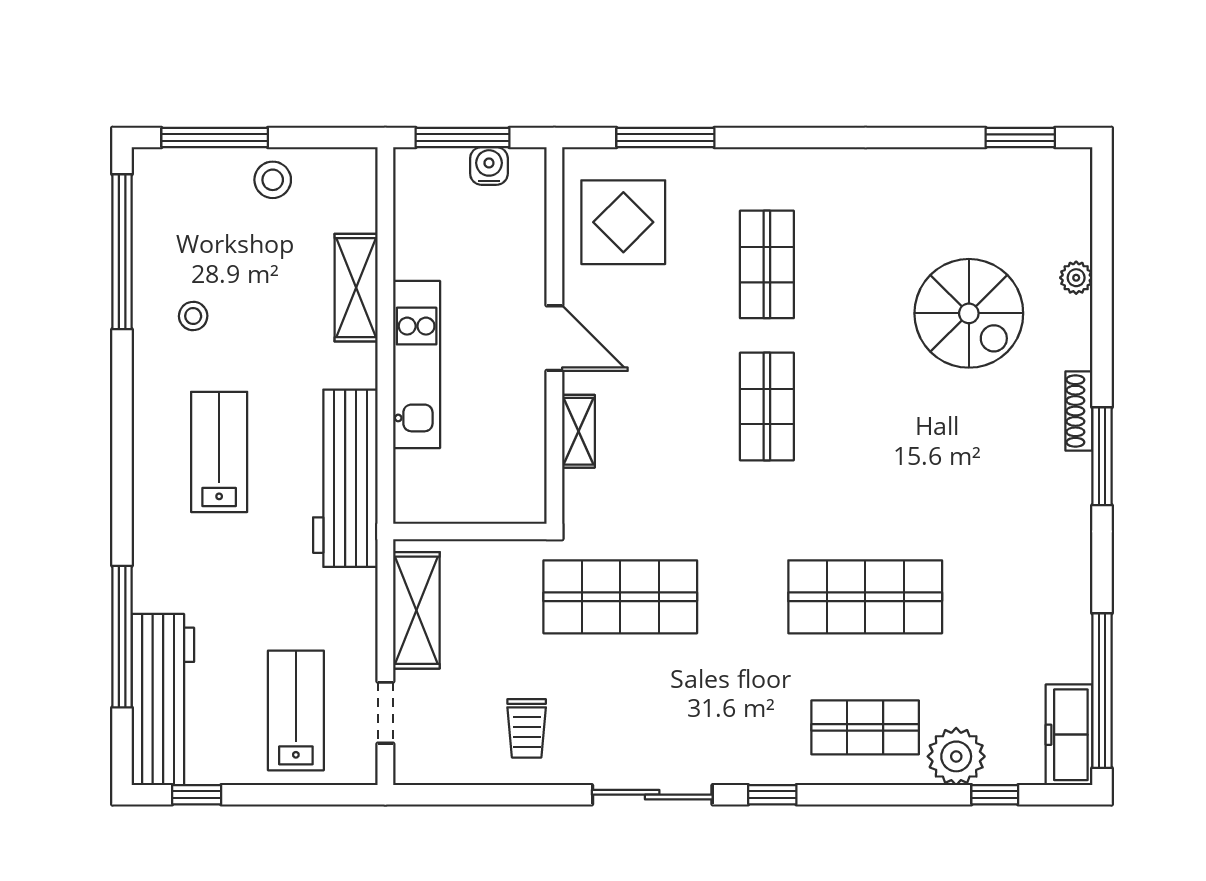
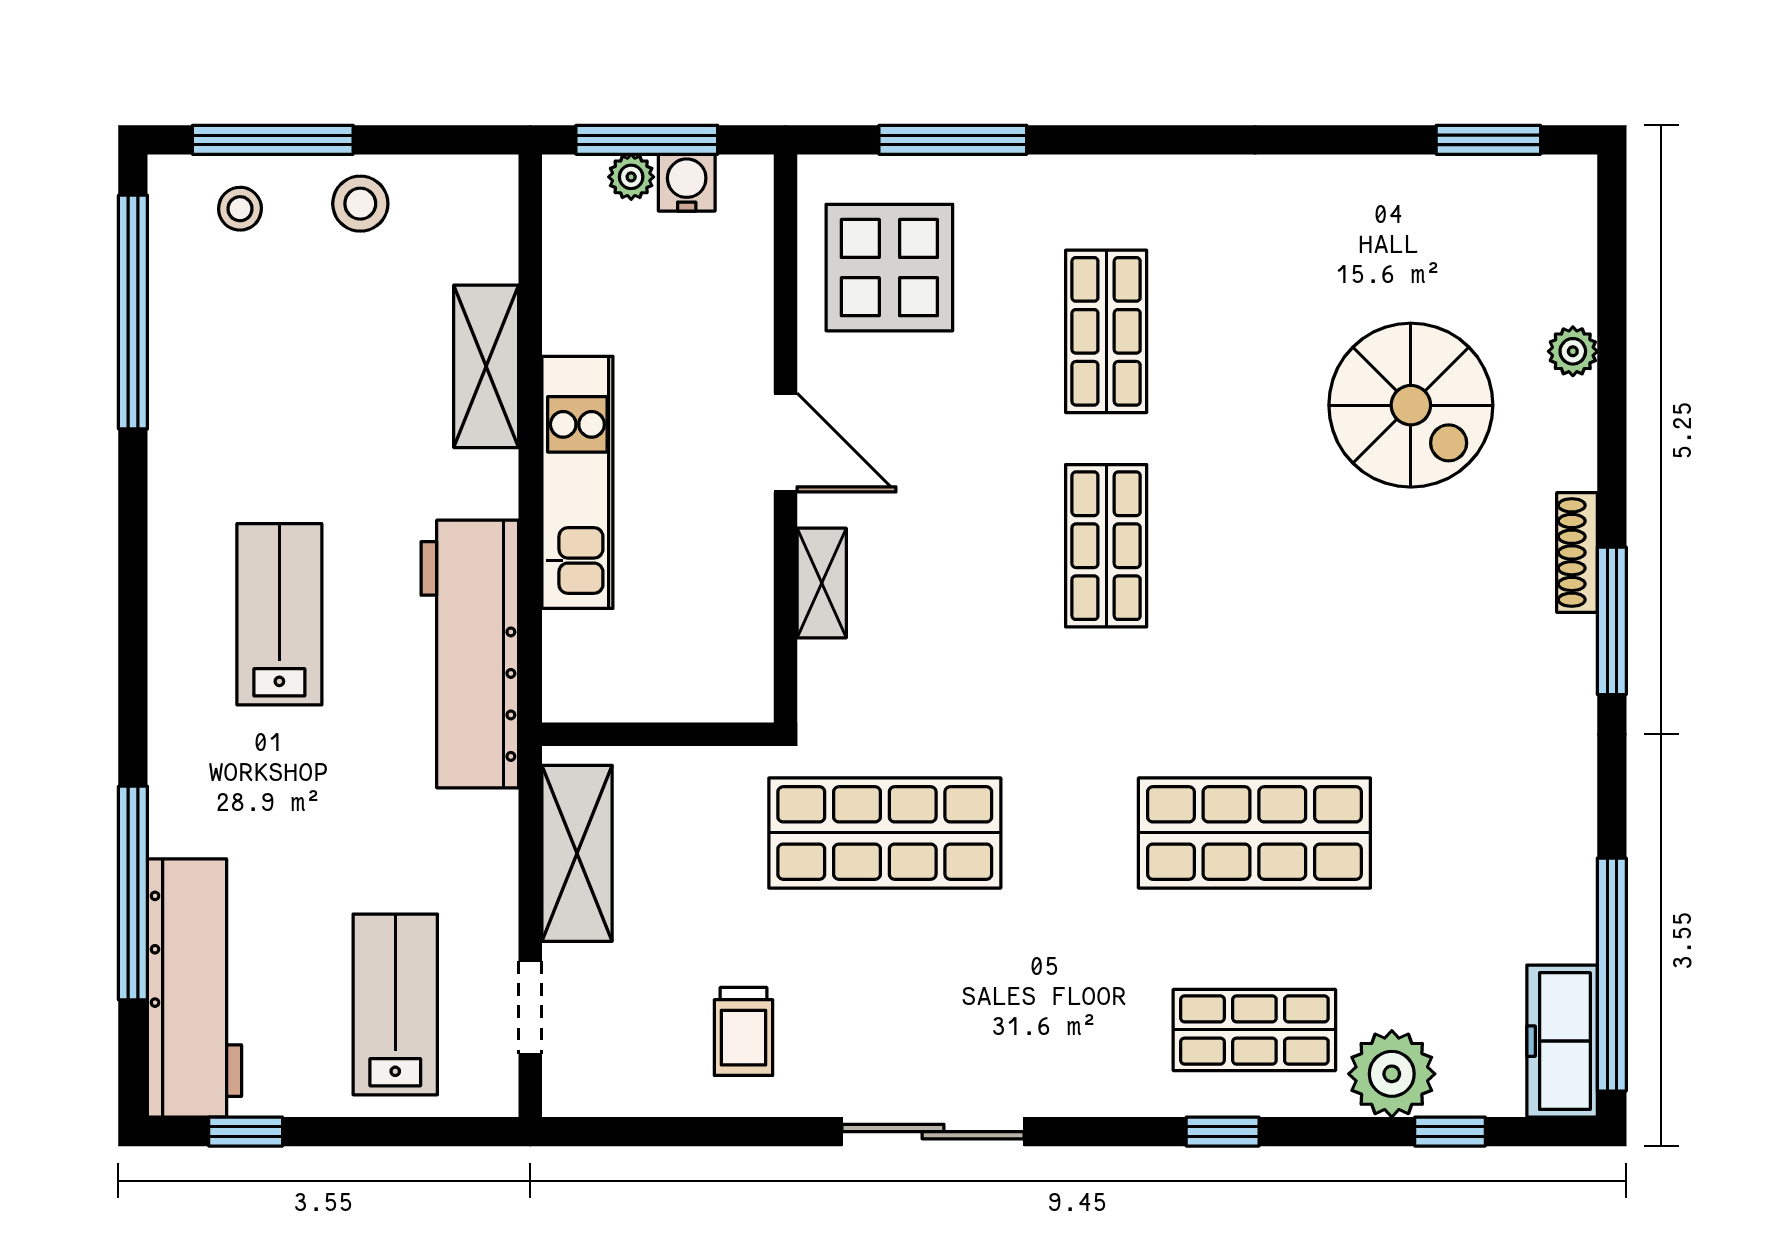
plant: (452, 162) -> (631, 177), added
stool: (193, 316) -> (240, 209), moved
window: (772, 795) -> (1223, 1132), moved

